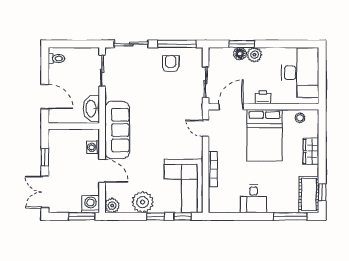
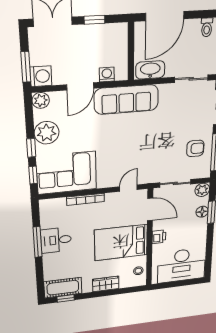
plant: (255, 55) -> (202, 190), moved
door: (45, 97) -> (165, 16), width x1.36
window: (290, 216) -> (37, 242), moved

